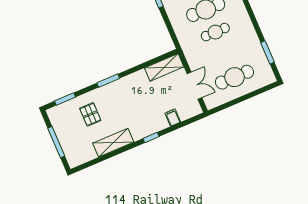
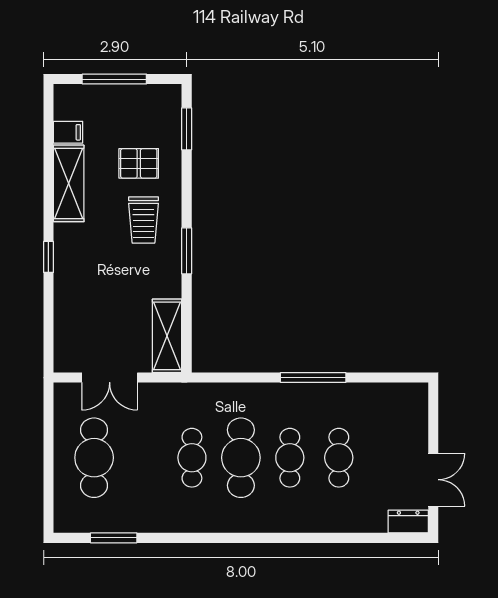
window: (108, 81) -> (187, 251), moved
trolley: (115, 101) -> (143, 220), added
filing cabinet: (173, 118) -> (68, 132), moved

